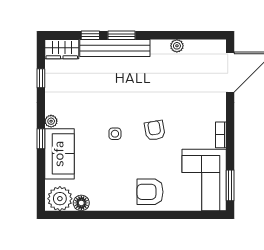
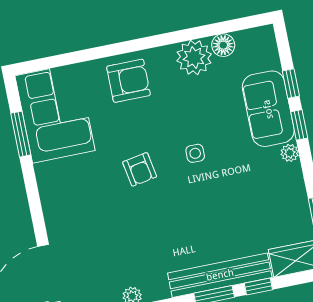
bookcase: (221, 135) -> (44, 182), removed
window: (41, 168) -> (291, 83), added
window: (230, 185) -> (21, 134), moved
plant: (60, 199) -> (194, 57), moved

